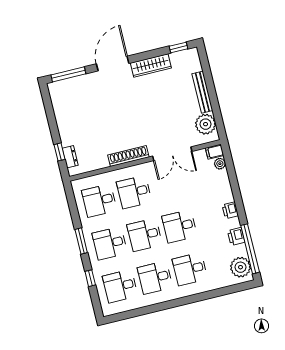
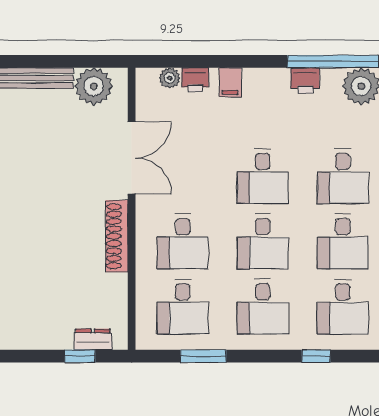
filing cabinet: (215, 152) -> (230, 82), moved
printer: (230, 210) -> (195, 80), moved
window: (81, 241) -> (203, 356), moved

